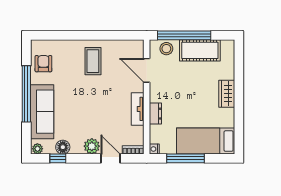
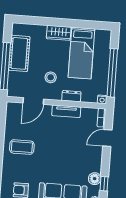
stool: (166, 49) -> (51, 77), moved
bed: (206, 141) -> (81, 53), moved
plant: (92, 146) -> (96, 153), removed
window: (186, 158) -> (112, 73), width x1.46

